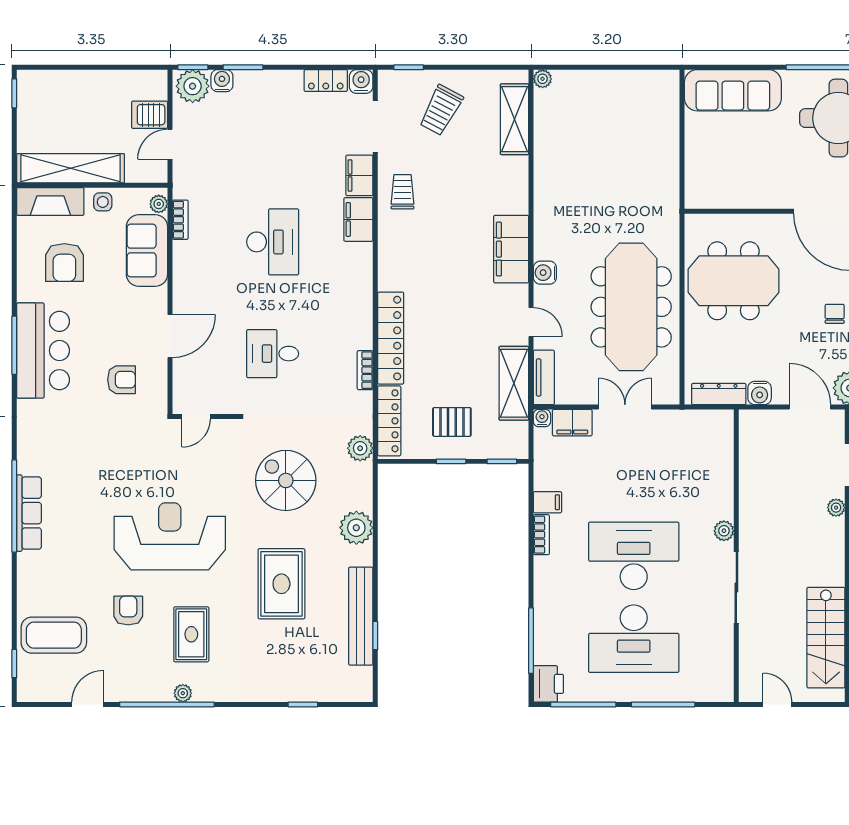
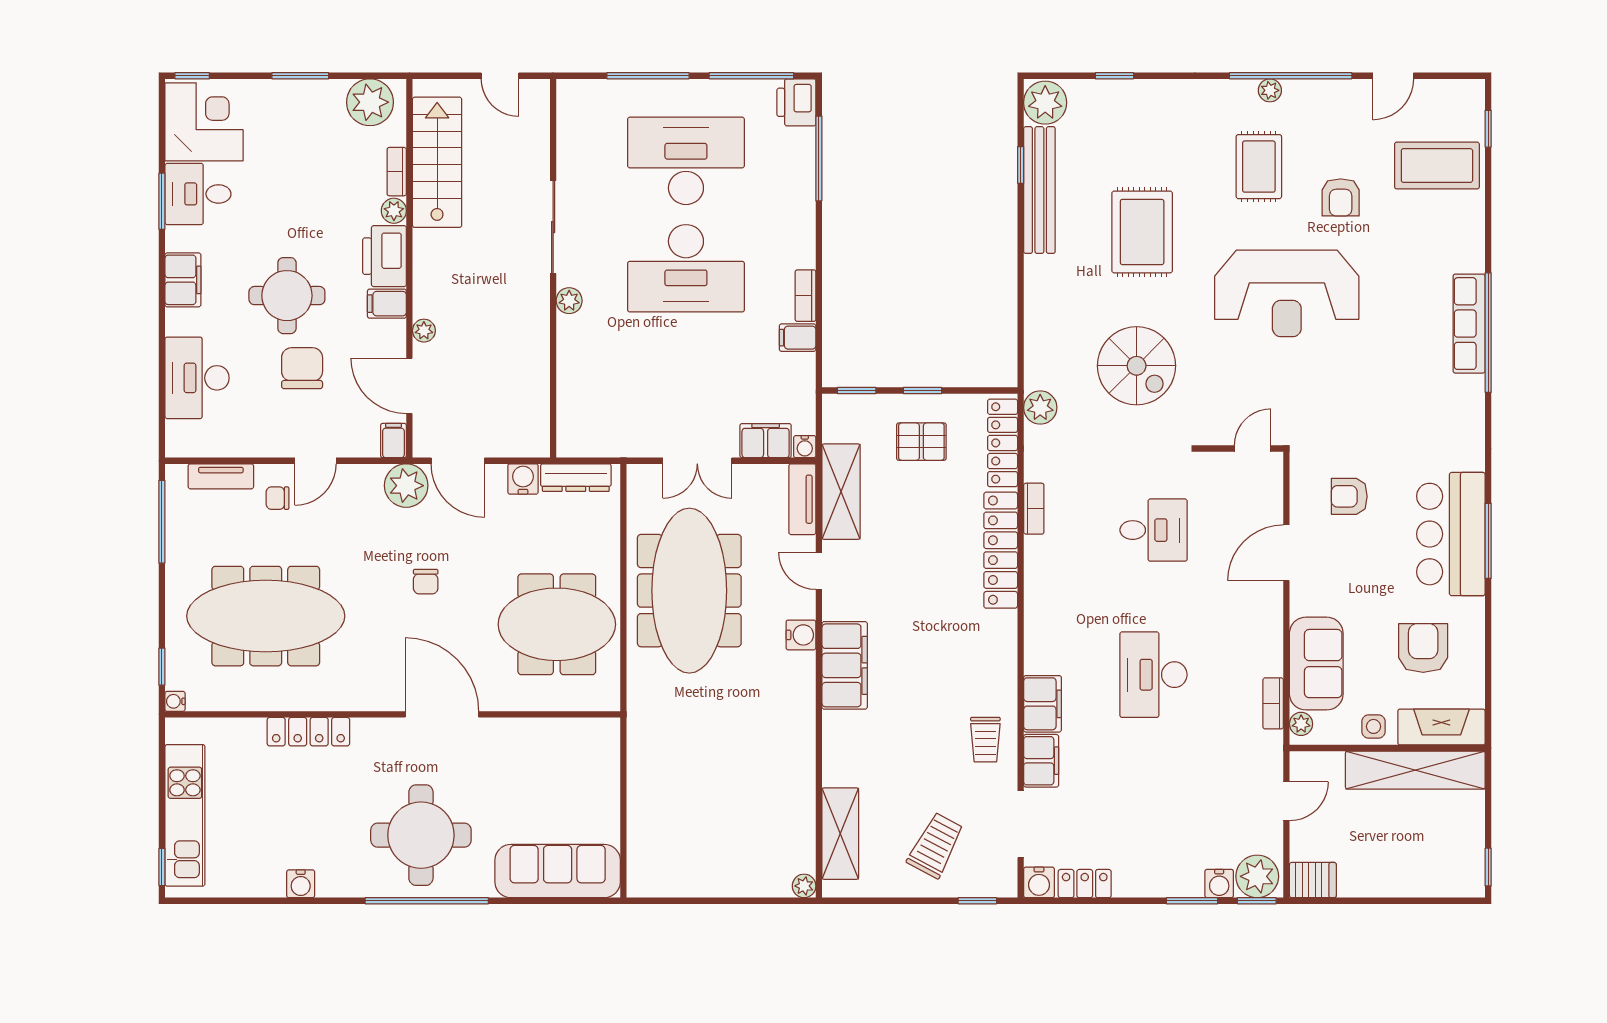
server rack: (150, 115) -> (1313, 880), moved
plant: (356, 528) -> (1045, 103), moved

